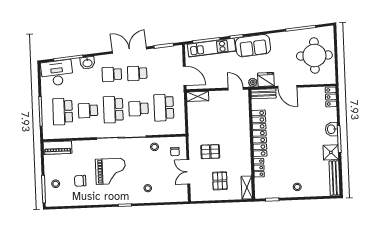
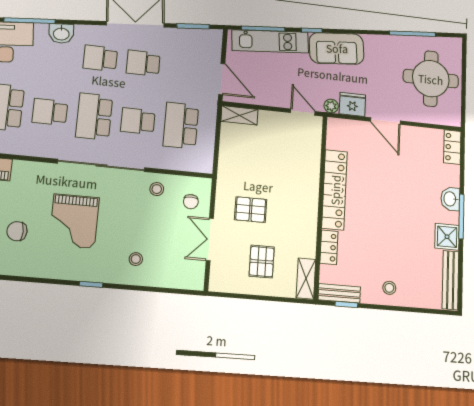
bench: (264, 94) -> (339, 293), moved
grand piano: (111, 171) -> (74, 221), turned 90

